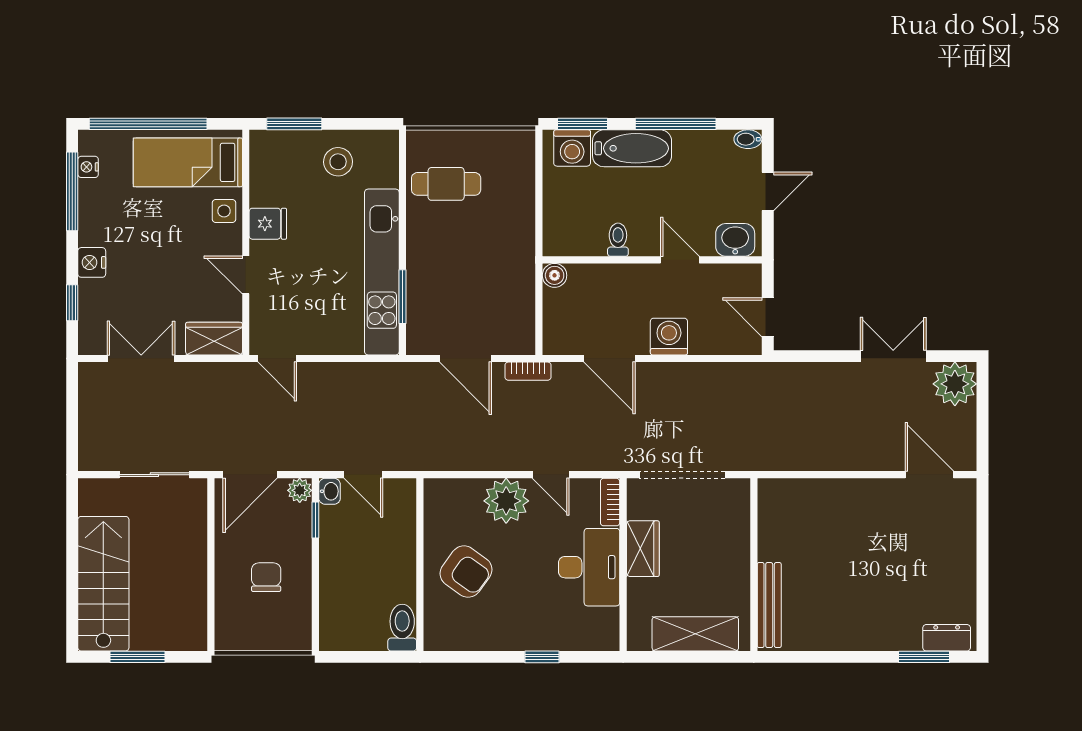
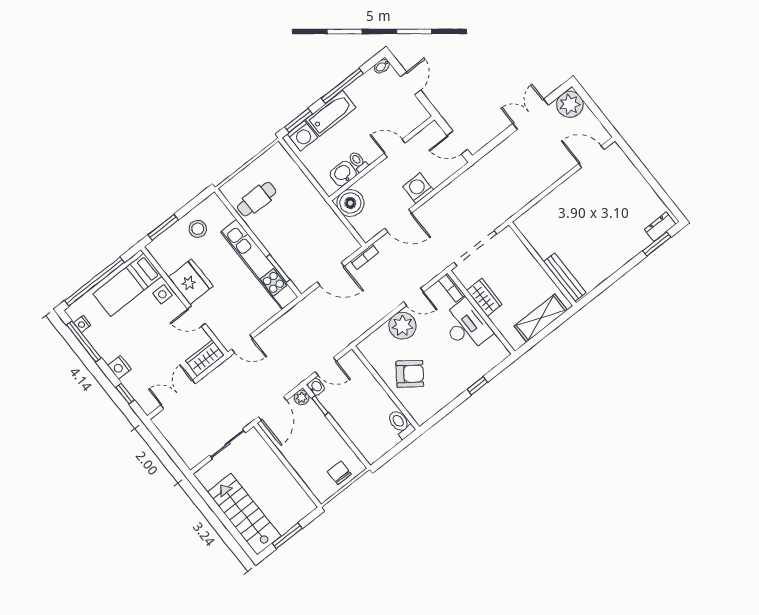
fridge: (268, 224) -> (191, 282), width x1.88, depth x1.34
washbasin: (735, 240) -> (343, 174), moved
boiler: (555, 275) -> (350, 203), width x1.86, depth x1.86
chair: (266, 577) -> (339, 473), moved

